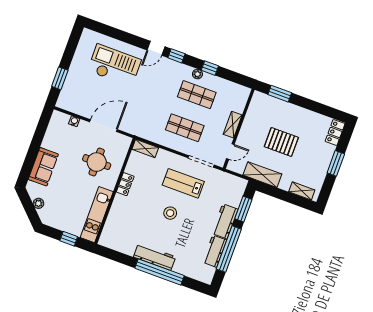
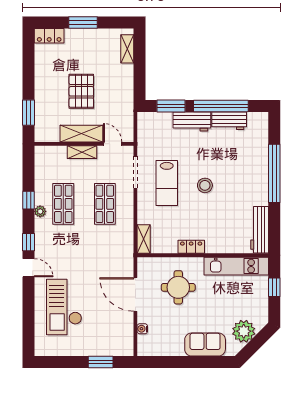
shelving: (262, 175) -> (81, 134), moved, turned 90
plant: (38, 203) -> (244, 331), width x1.87, depth x1.87
workbench: (155, 257) -> (260, 230), moved

